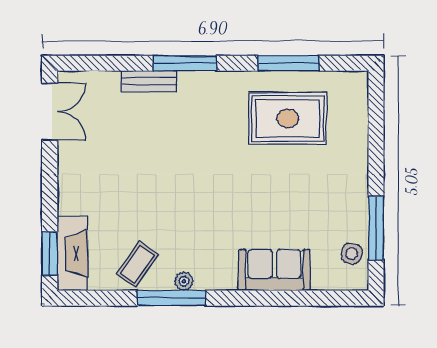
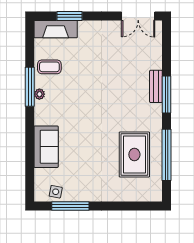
window: (288, 63) -> (166, 155), width x1.46
bench: (149, 81) -> (156, 86), moved
window: (50, 253) -> (69, 16), moved
coffee table: (137, 264) -> (49, 67), turned -35

